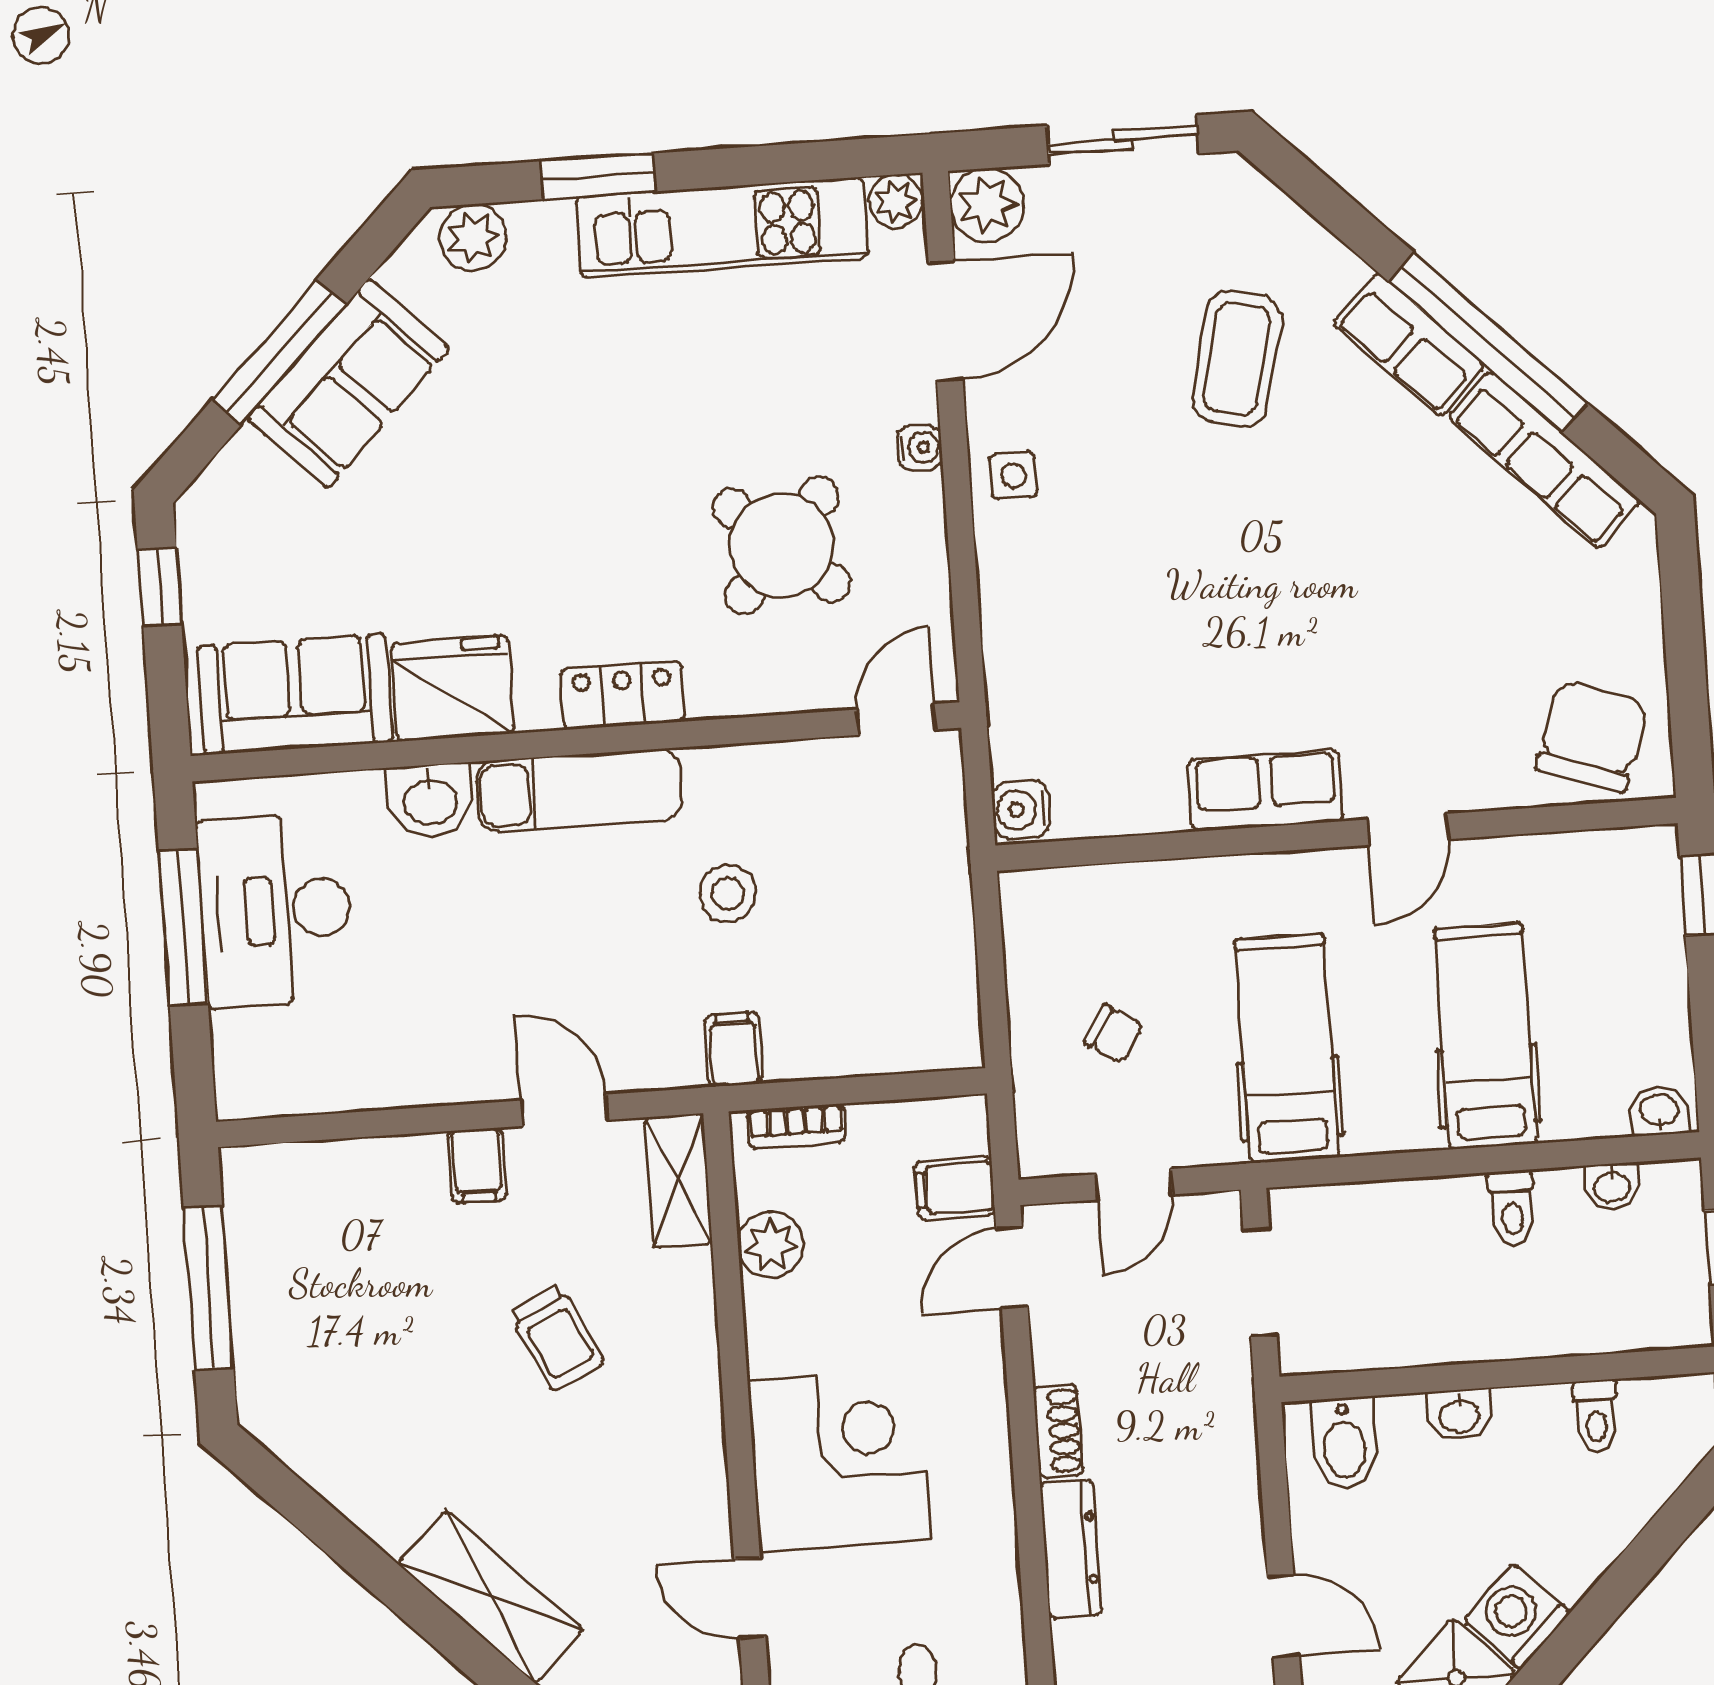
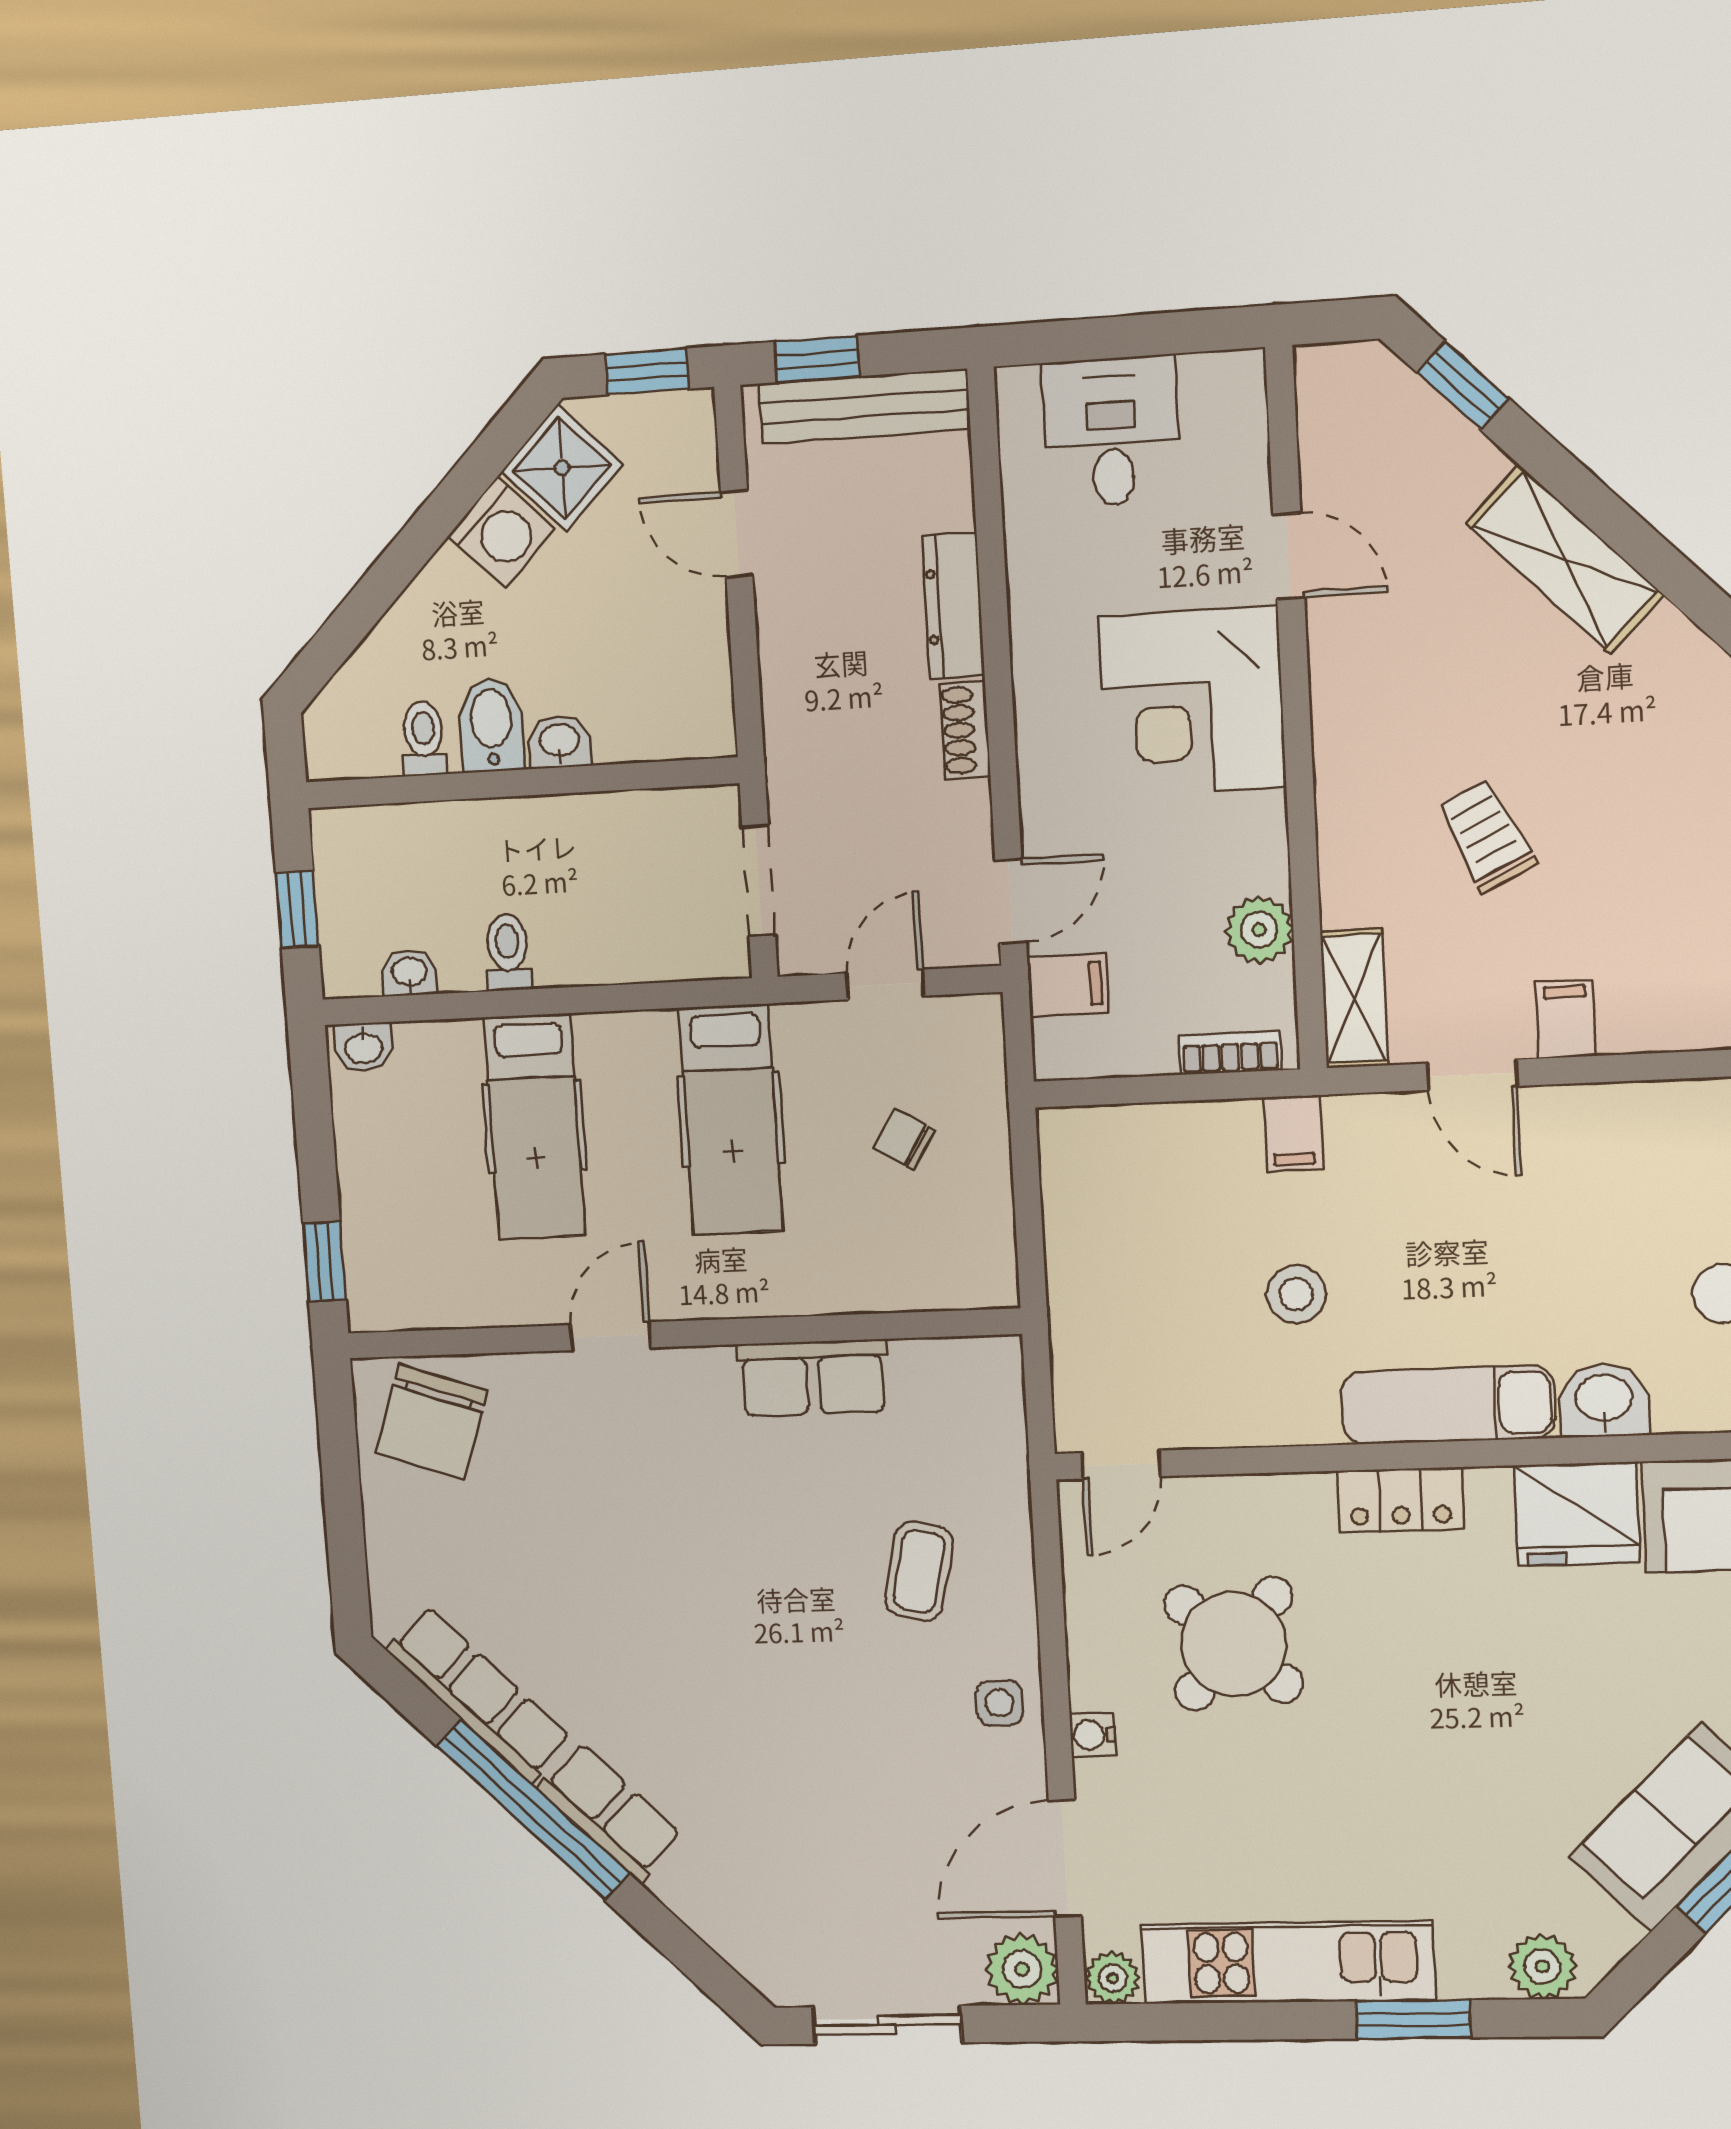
coffee table: (1237, 359) -> (919, 1571), moved, width x0.73, depth x0.77
row of seats: (1266, 790) -> (813, 1378), moved
water cooler: (1021, 809) -> (996, 1369), removed
bidet: (1344, 1443) -> (491, 725), moved

